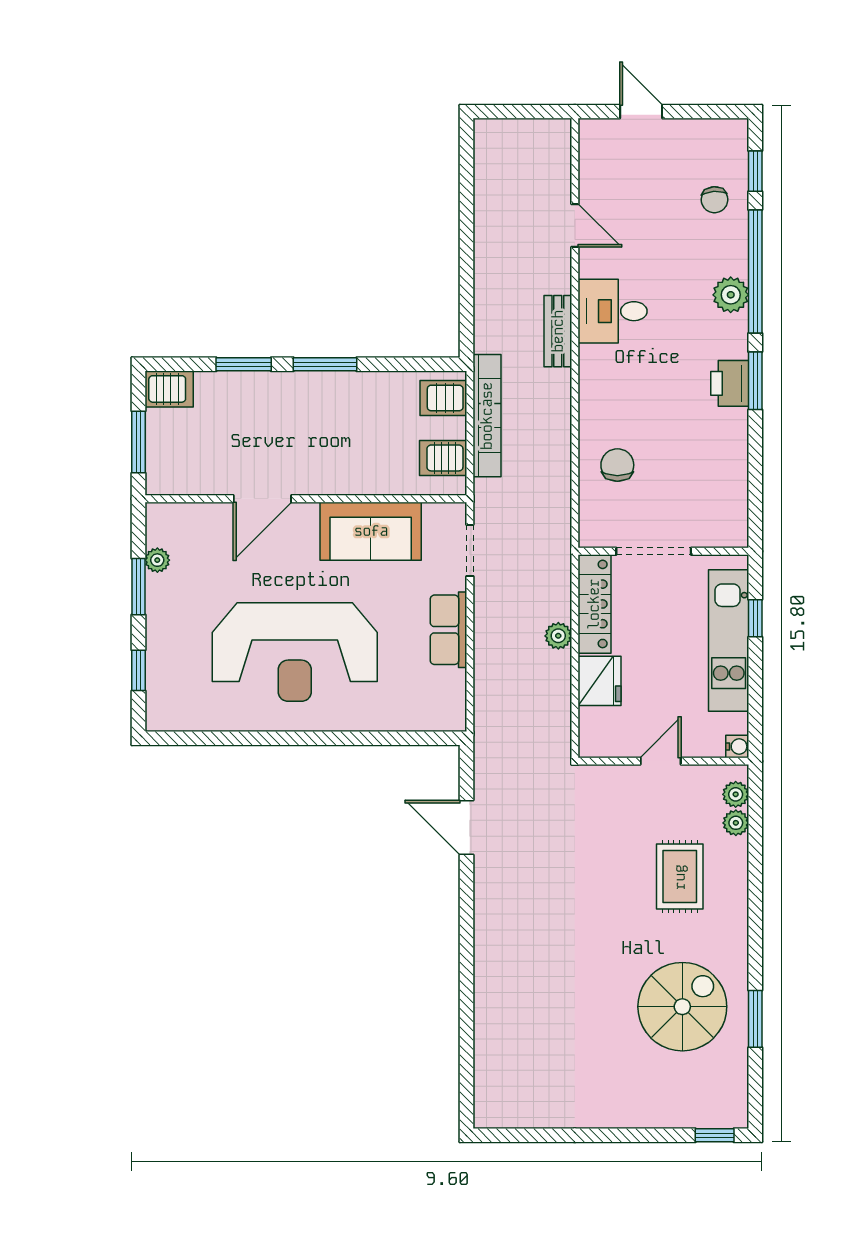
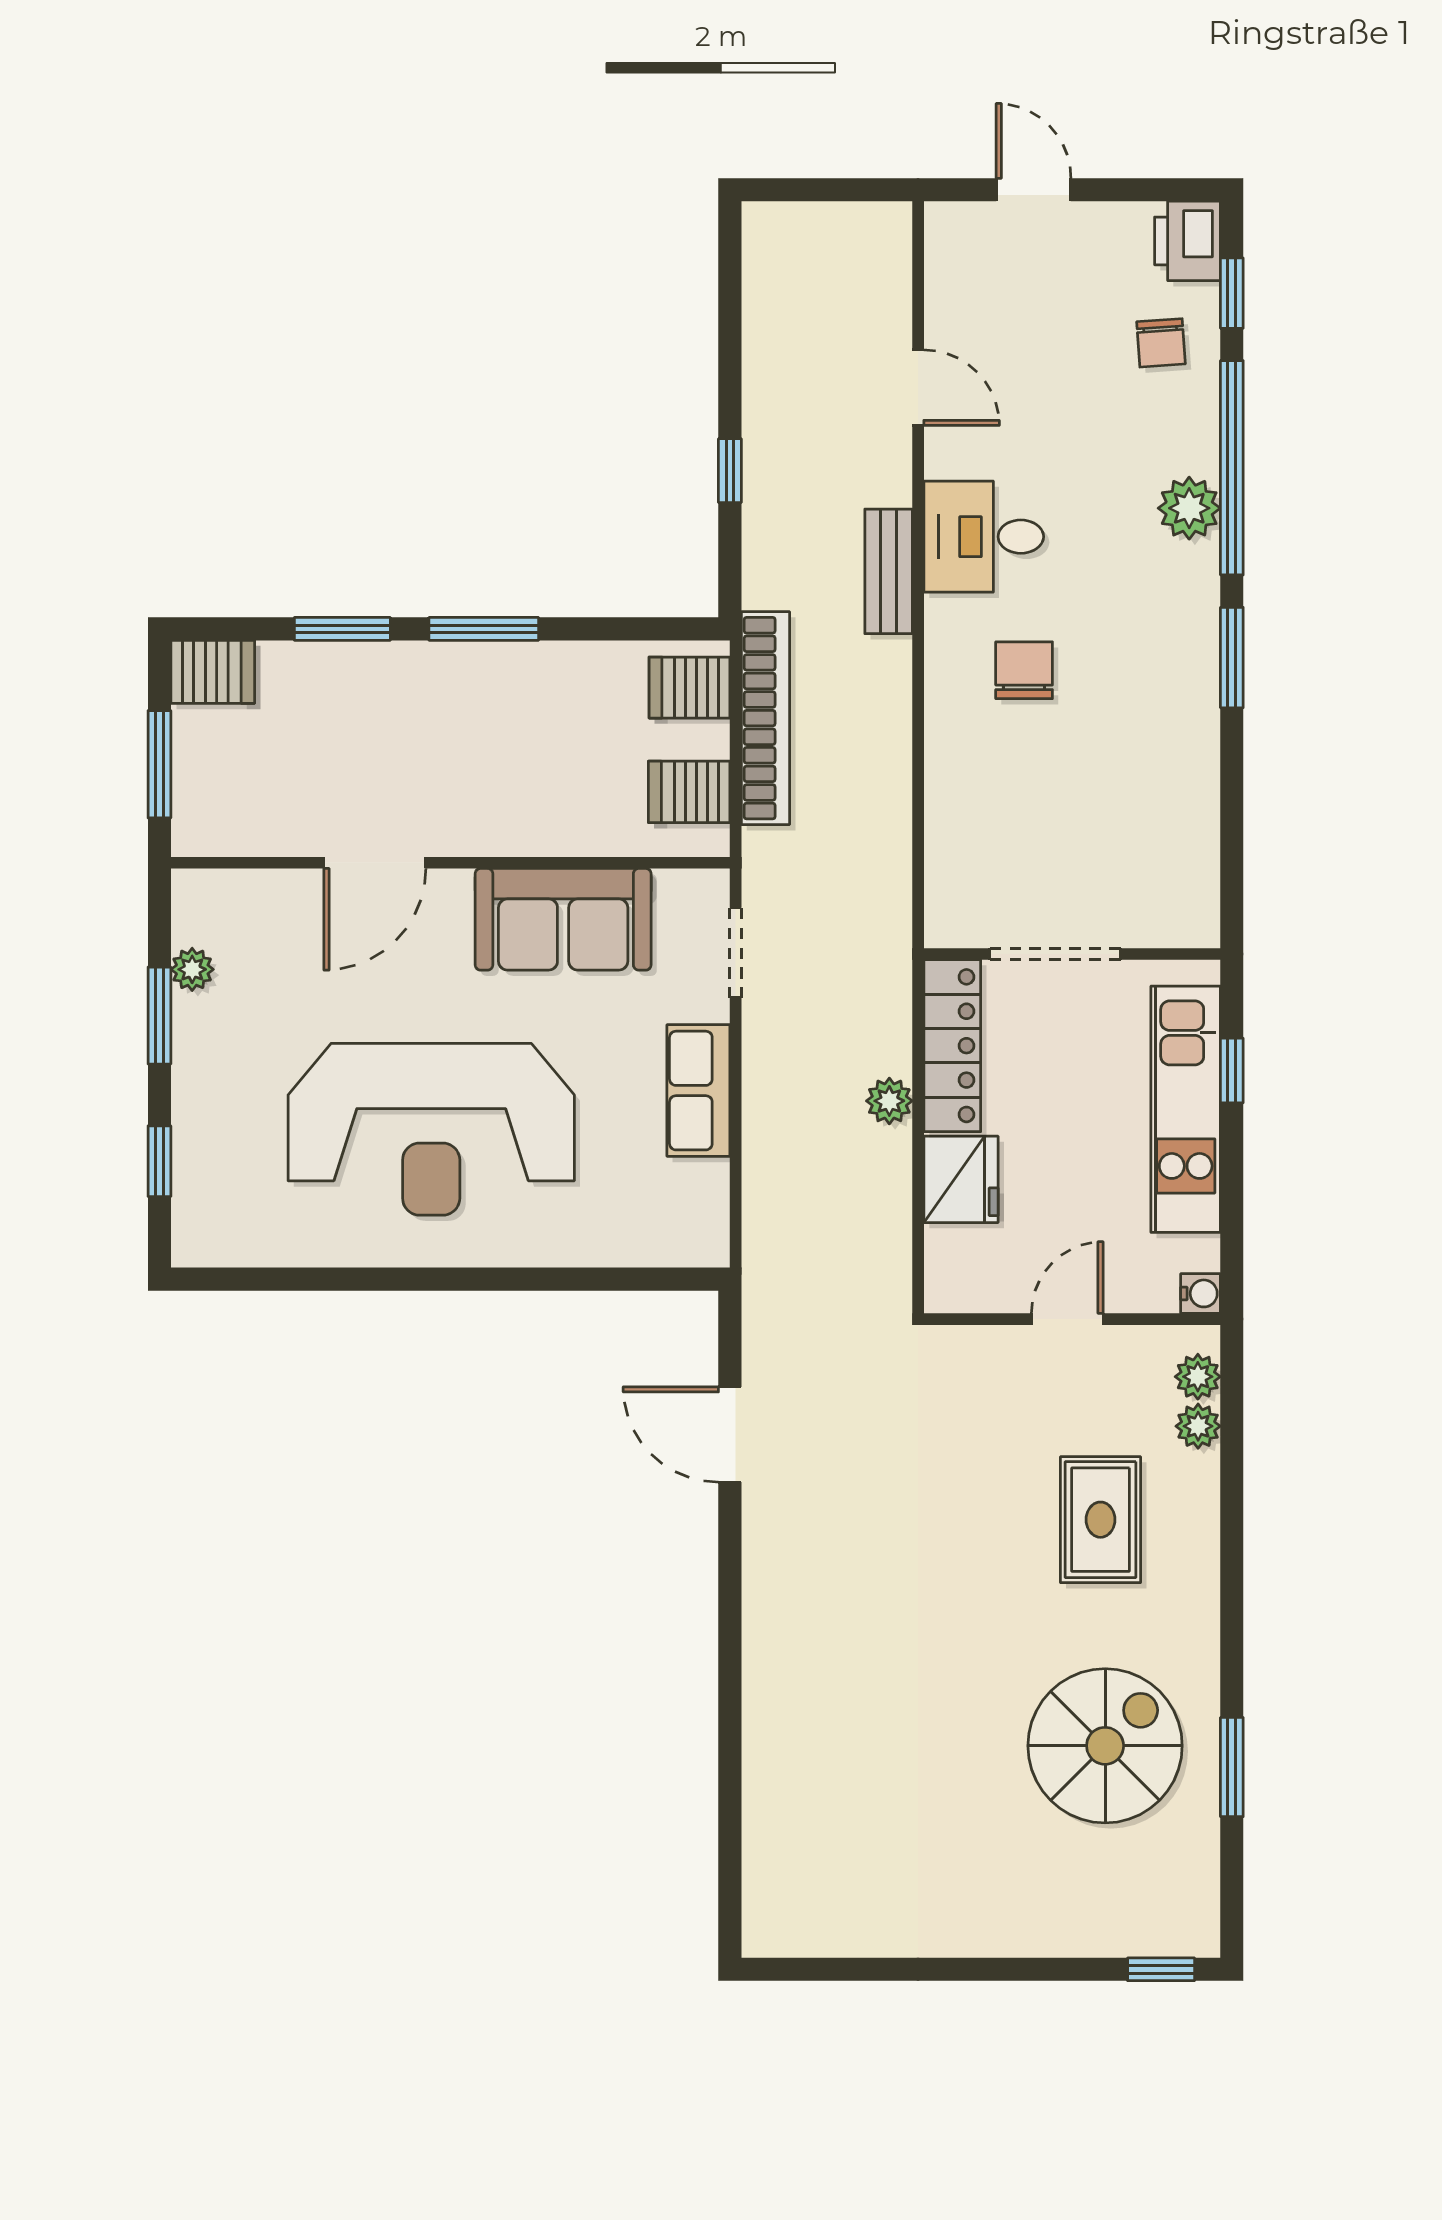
window: (467, 273) -> (730, 471), added
printer: (730, 383) -> (1187, 241), moved
chair: (617, 465) -> (1024, 670), moved

